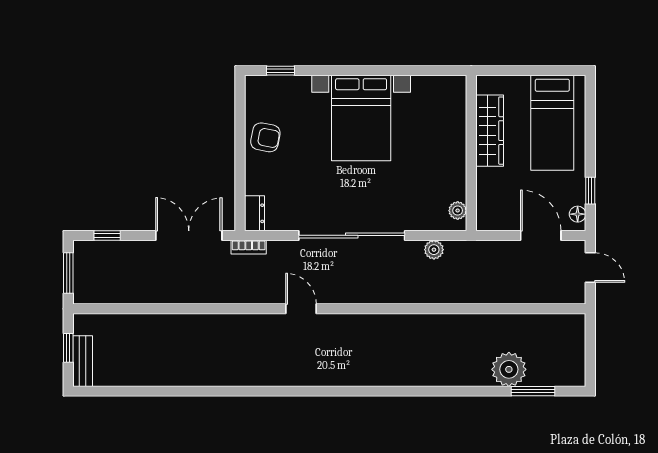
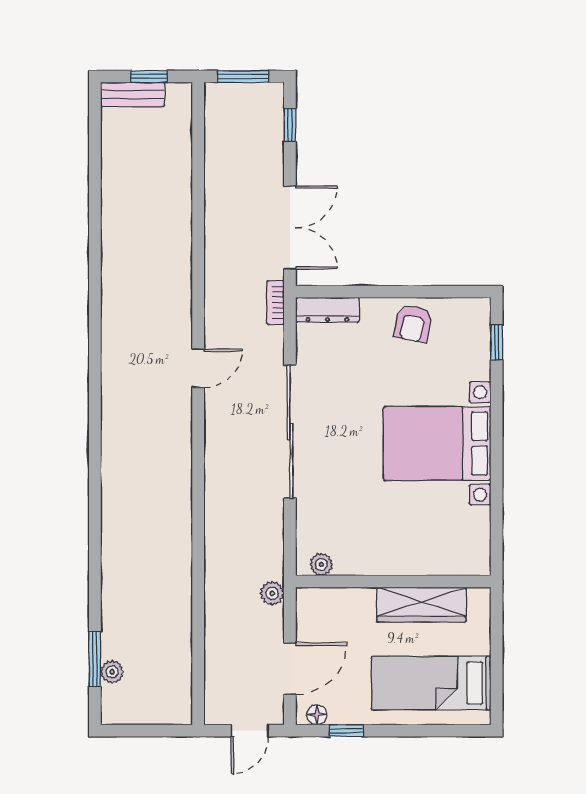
dresser: (254, 213) -> (327, 310), width x1.44
plant: (434, 250) -> (272, 593), moved
plant: (509, 369) -> (112, 672), moved, width x0.53, depth x0.53

